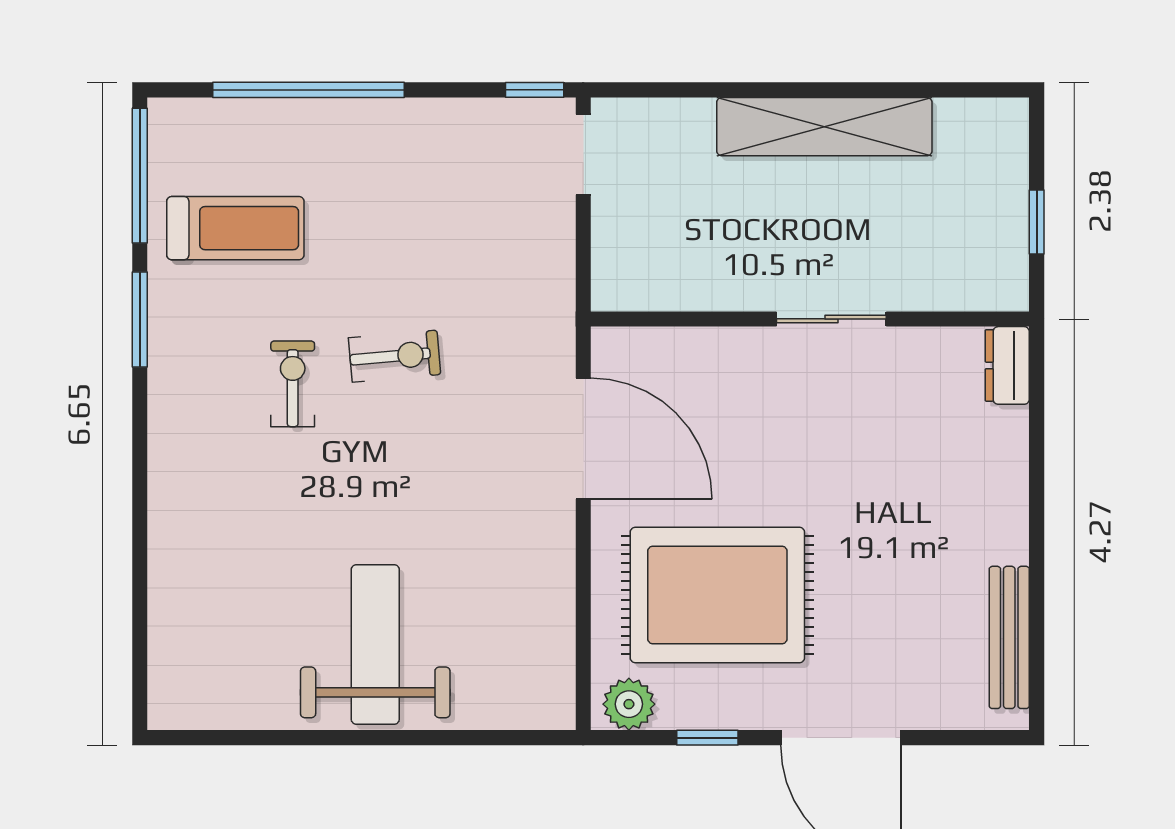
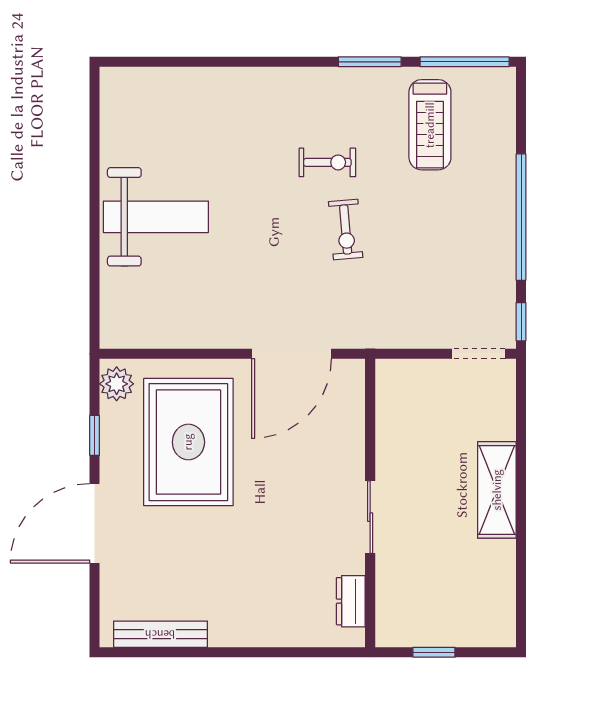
window: (309, 90) -> (521, 217), moved
shelving: (824, 127) -> (497, 490), width x0.68
dresser: (1007, 365) -> (351, 601), moved, turned -90

